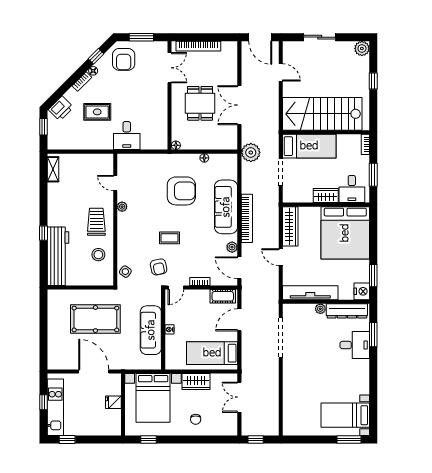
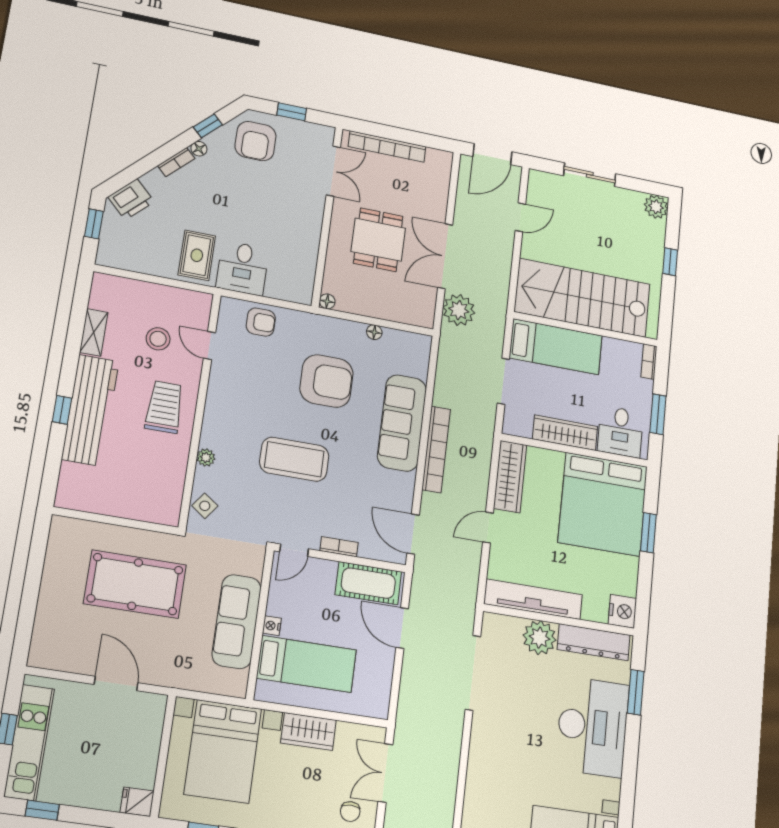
window: (141, 37) -> (292, 112), width x0.67
door: (260, 37) -> (492, 154), hinge flipped
door: (281, 72) -> (520, 217), hinge flipped
rug: (97, 112) -> (197, 255), moved, turned 90
plant: (251, 153) -> (459, 310), moved
shelving: (53, 169) -> (94, 332), moved
wardrobe: (326, 196) -> (565, 433), width x1.50
plant: (122, 207) -> (206, 457), moved
coffee table: (169, 238) -> (294, 459), width x1.86, depth x1.72
plant: (232, 247) -> (404, 495), removed
stool: (98, 255) -> (158, 339), moved
workbench: (58, 256) -> (90, 410), moved
door: (281, 257) -> (488, 528), hinge flipped
armchair: (159, 267) -> (261, 322), moved, turned -78
window: (373, 276) -> (648, 533), moved
cot: (223, 296) -> (368, 583), width x1.37, depth x1.34
plant: (320, 309) -> (539, 638), width x1.87, depth x1.87
door: (239, 320) -> (402, 628), hinge flipped
desk: (355, 345) -> (593, 727), width x1.87, depth x1.30
bed: (212, 353) -> (307, 664), moved, turned 180
door: (94, 372) -> (116, 684), width x0.73
fridge: (113, 402) -> (137, 802), moved
chair: (196, 419) -> (350, 812), moved

